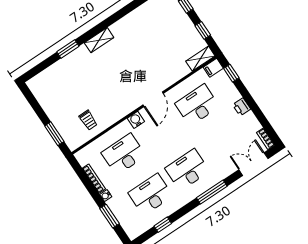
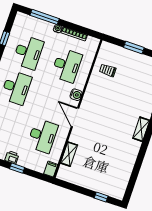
window: (203, 30) -> (77, 189), removed
shelving: (200, 59) -> (69, 154), moved
window: (231, 73) -> (17, 168), moved
window: (54, 134) -> (134, 48), moved
window: (109, 216) -> (45, 17), width x1.44

